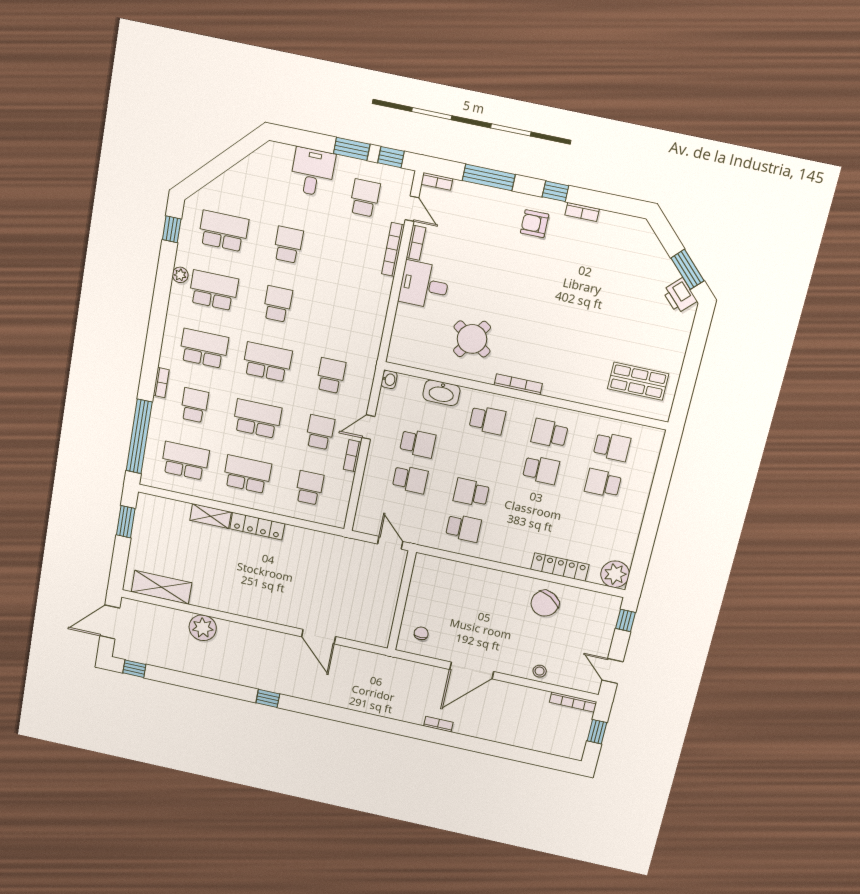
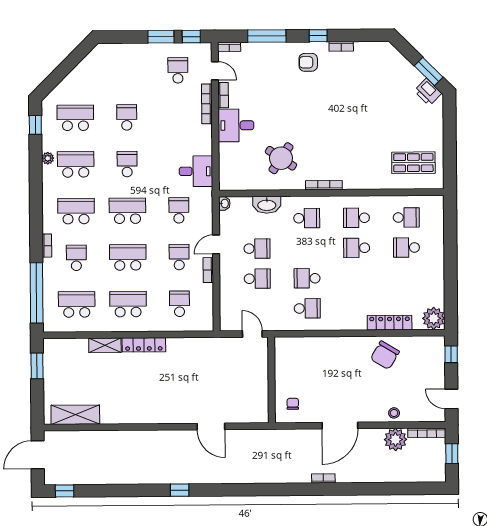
desk: (312, 172) -> (196, 171), moved, turned 90
school desk: (541, 470) -> (357, 248), turned 180
plant: (203, 628) -> (395, 440), moved

